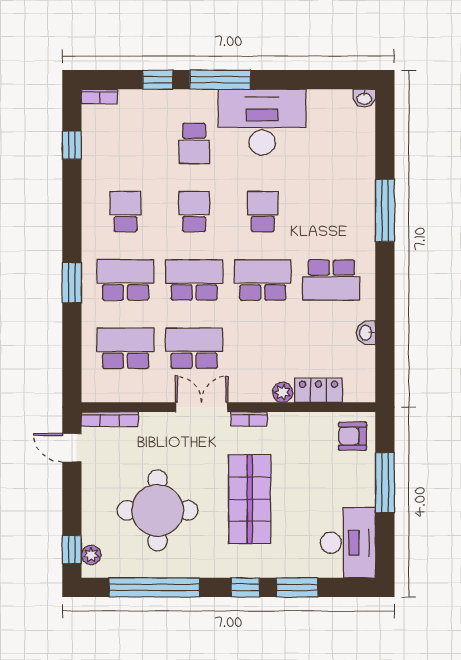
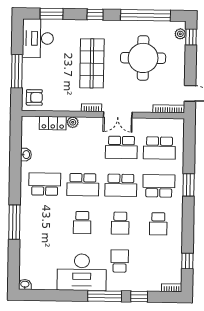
school desk: (125, 280) -> (159, 186), turned 180
window: (297, 587) -> (52, 14), moved

